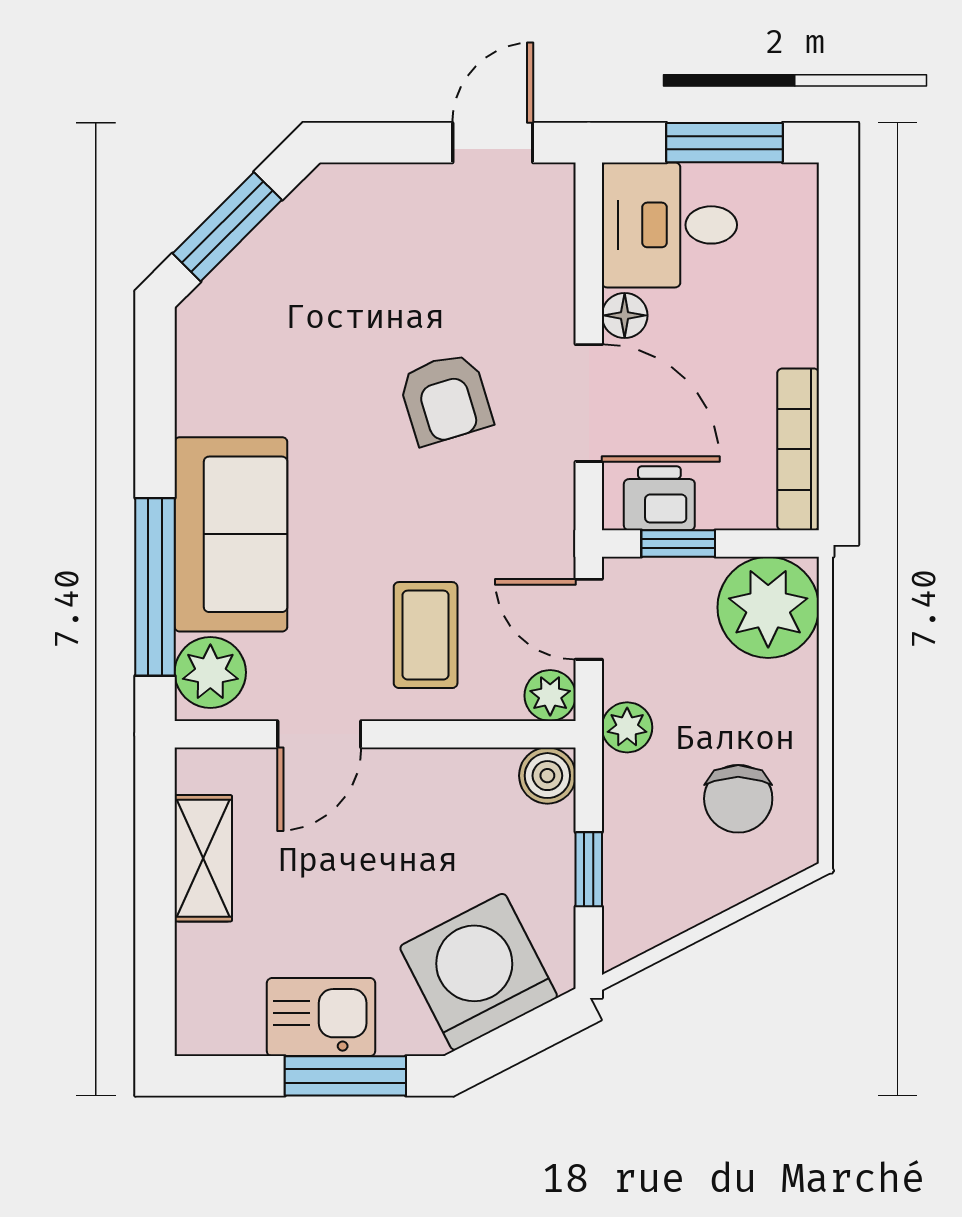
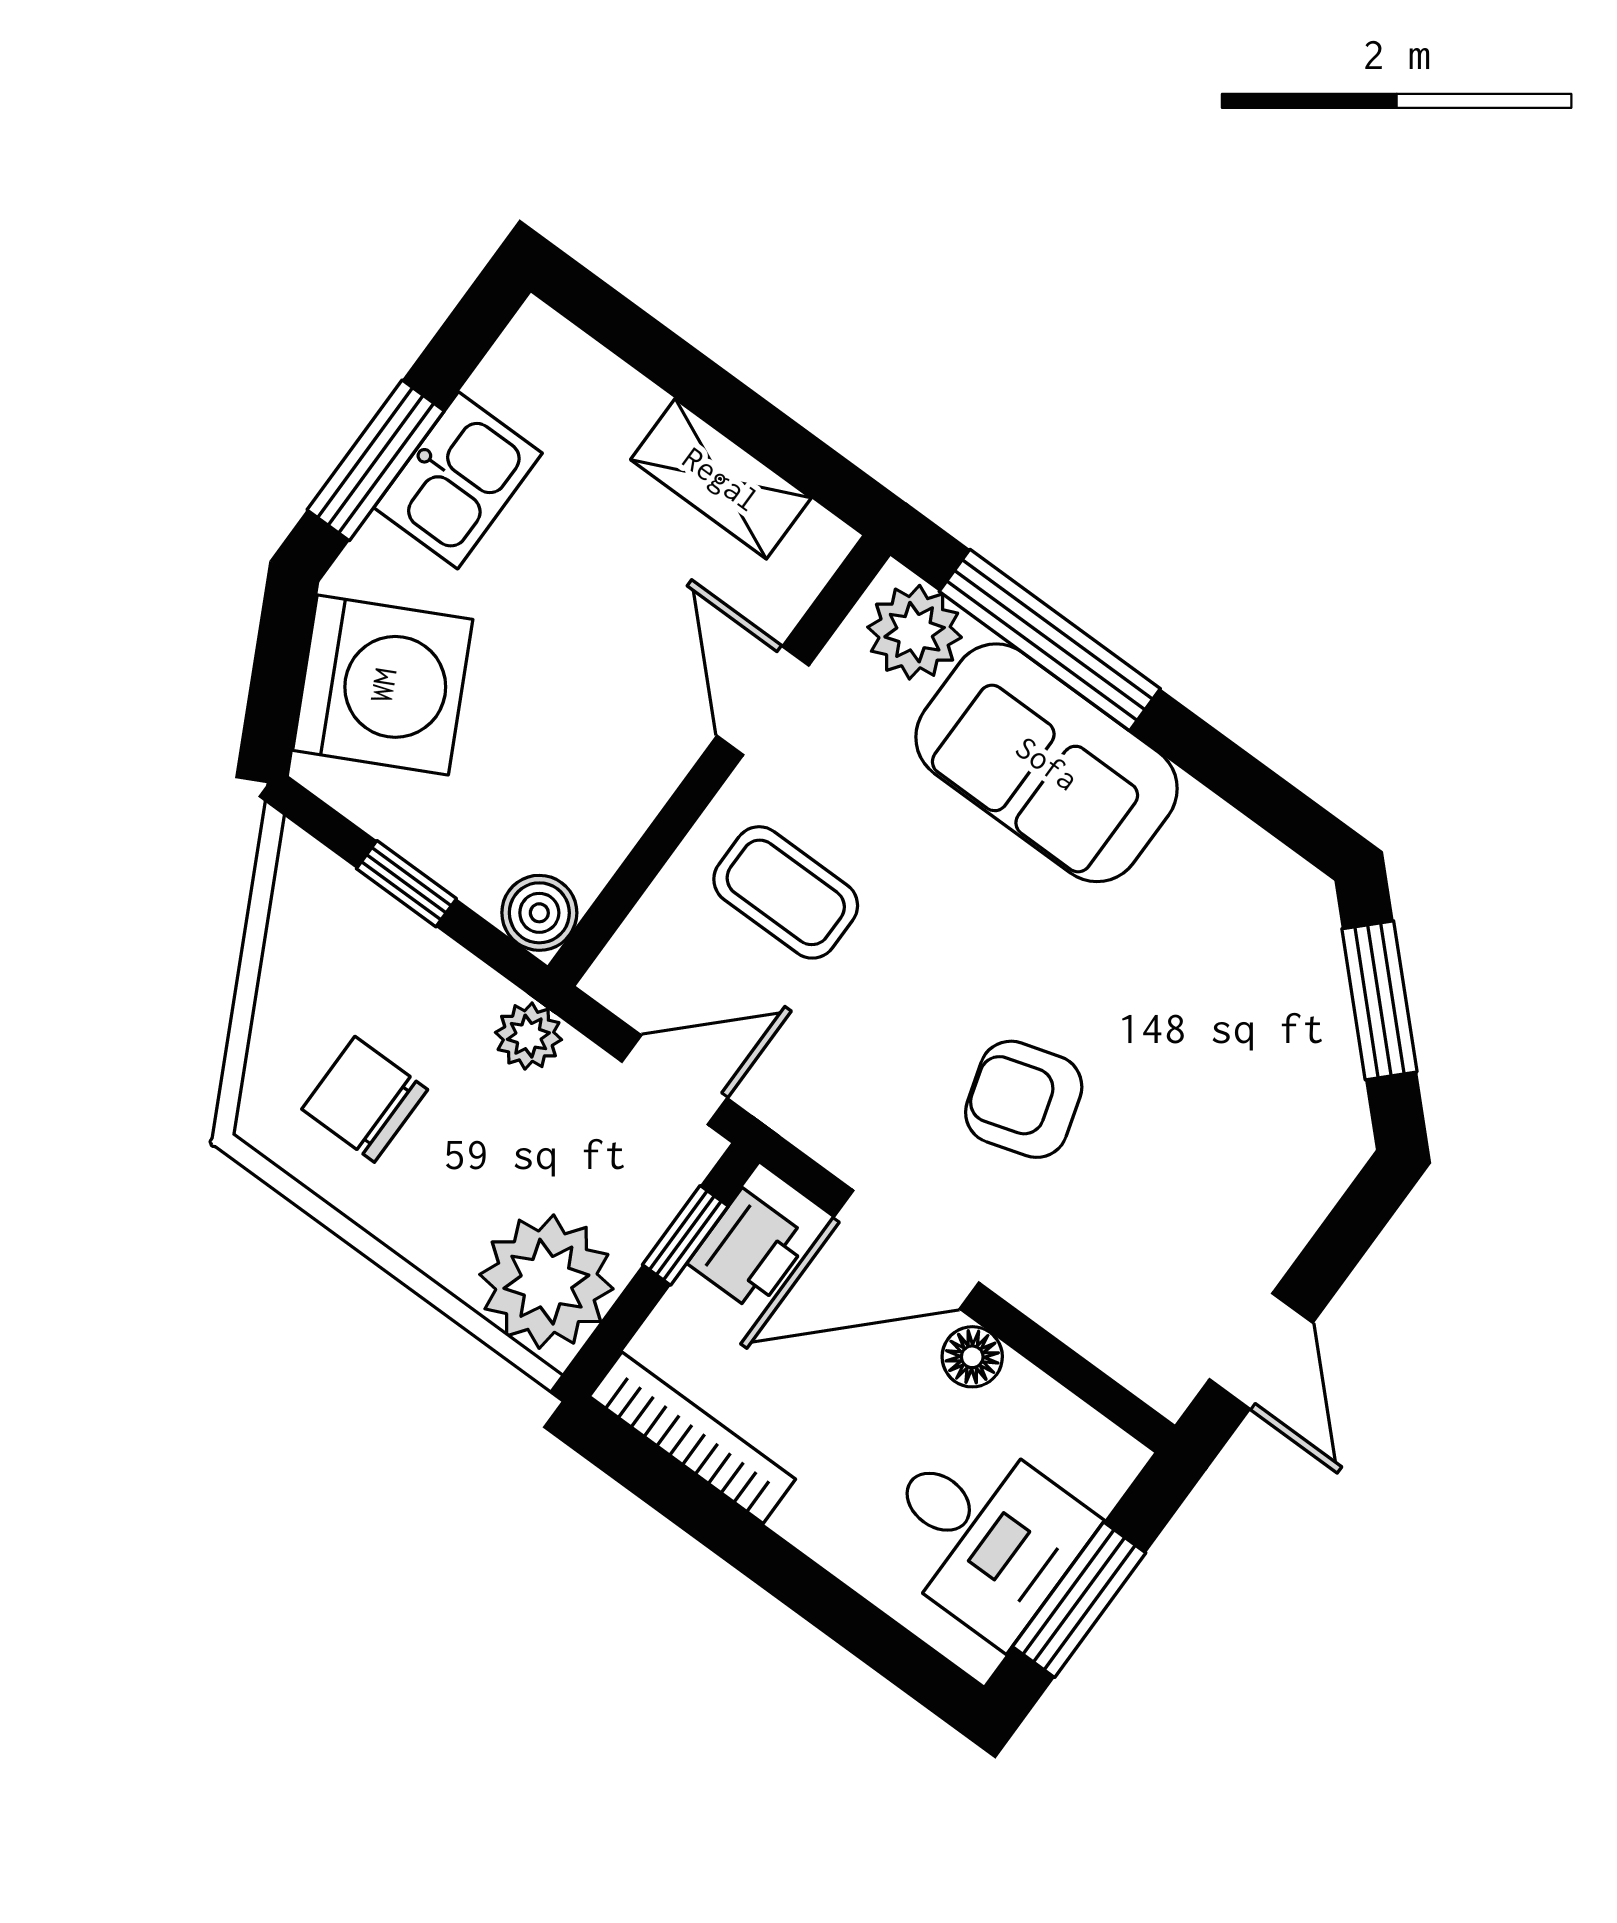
desk: (669, 225) -> (983, 1535), moved, turned 90
plant: (550, 696) -> (623, 979), removed

